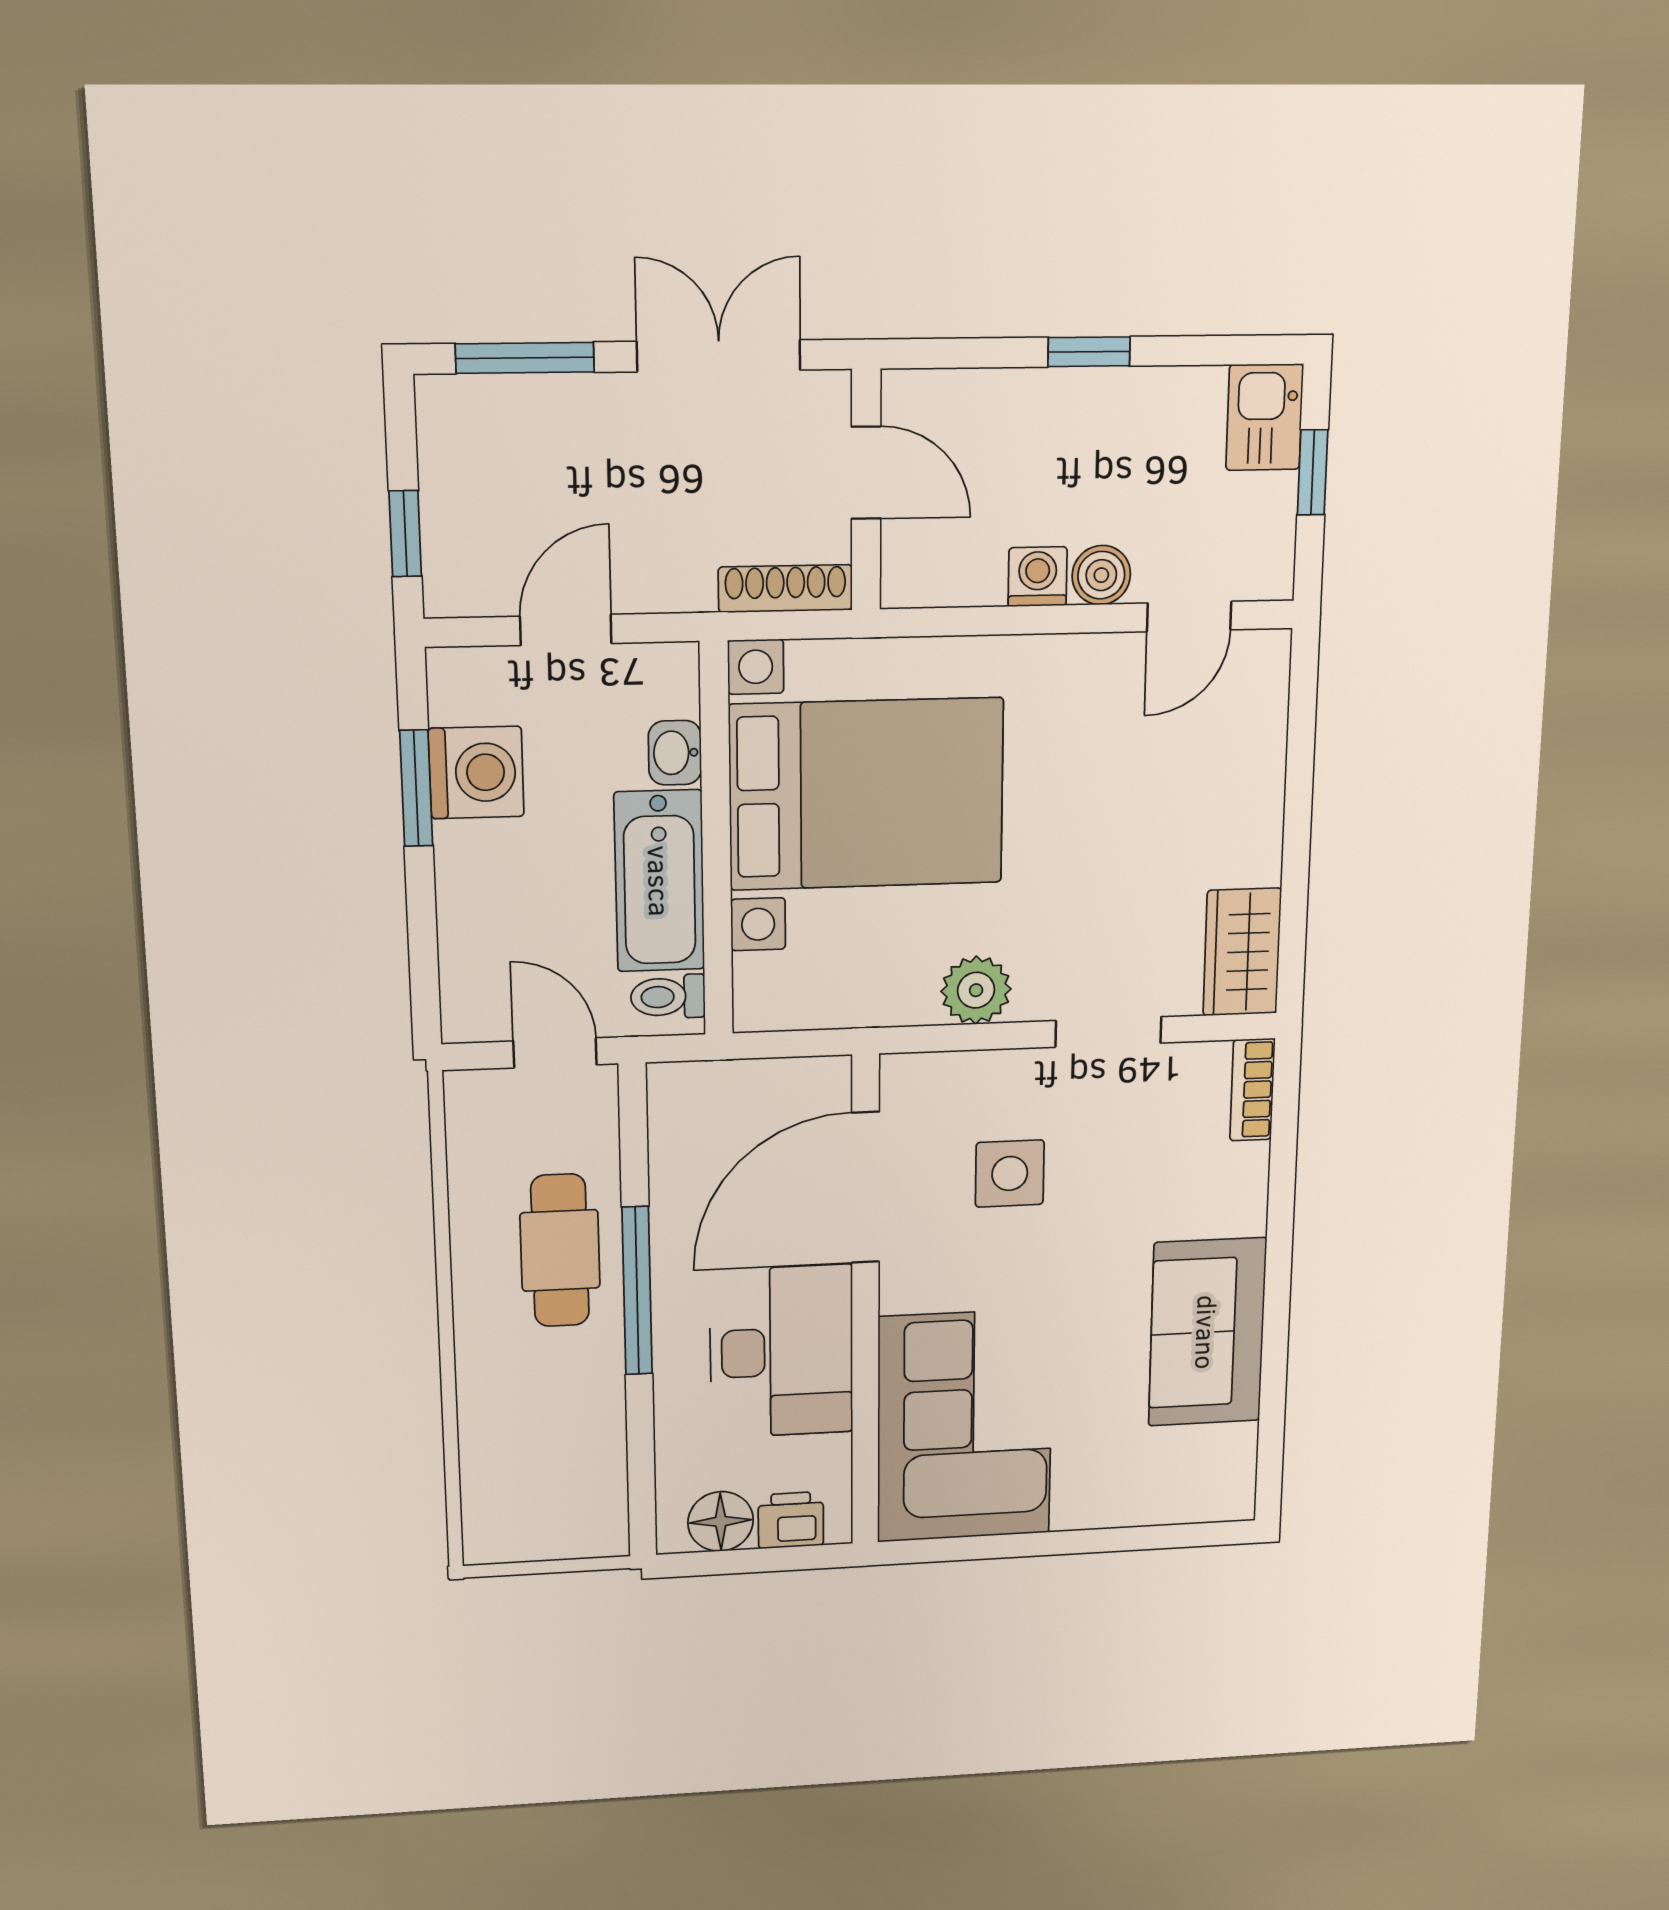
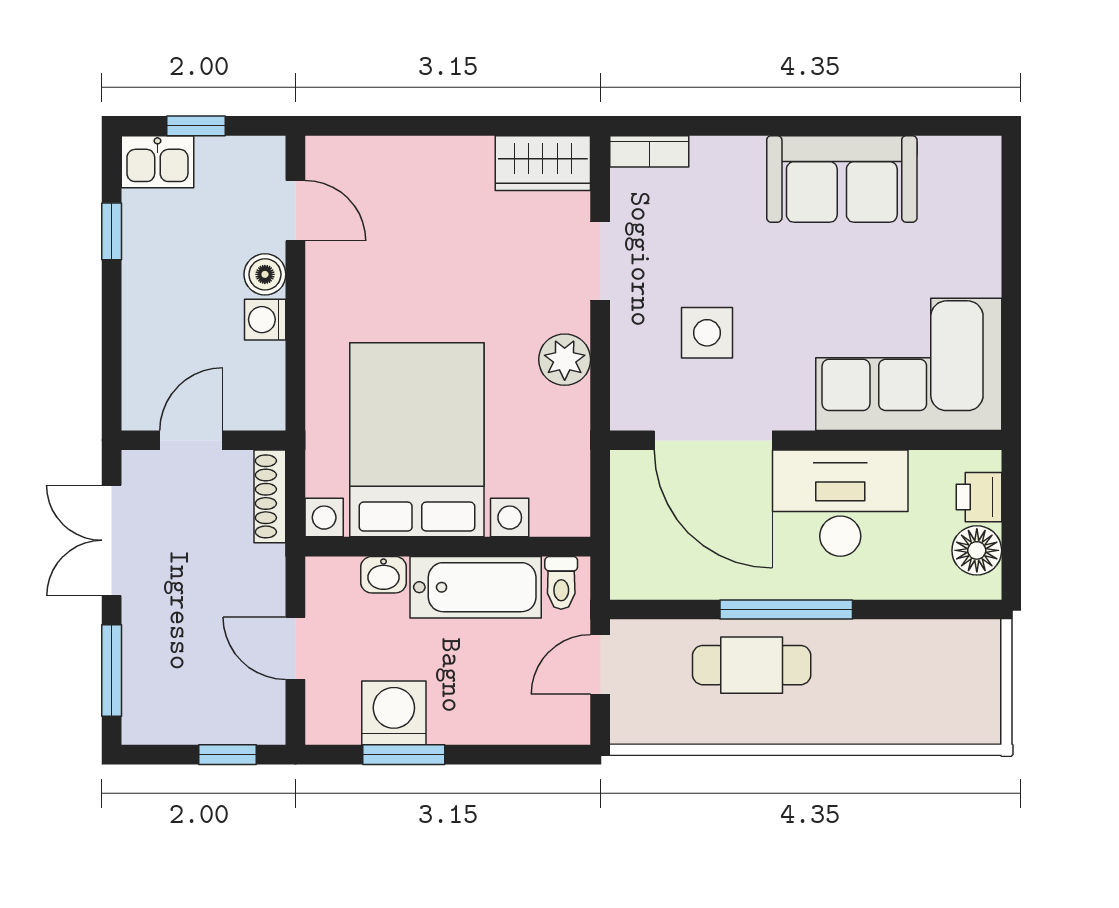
window: (1089, 352) -> (112, 231), moved

